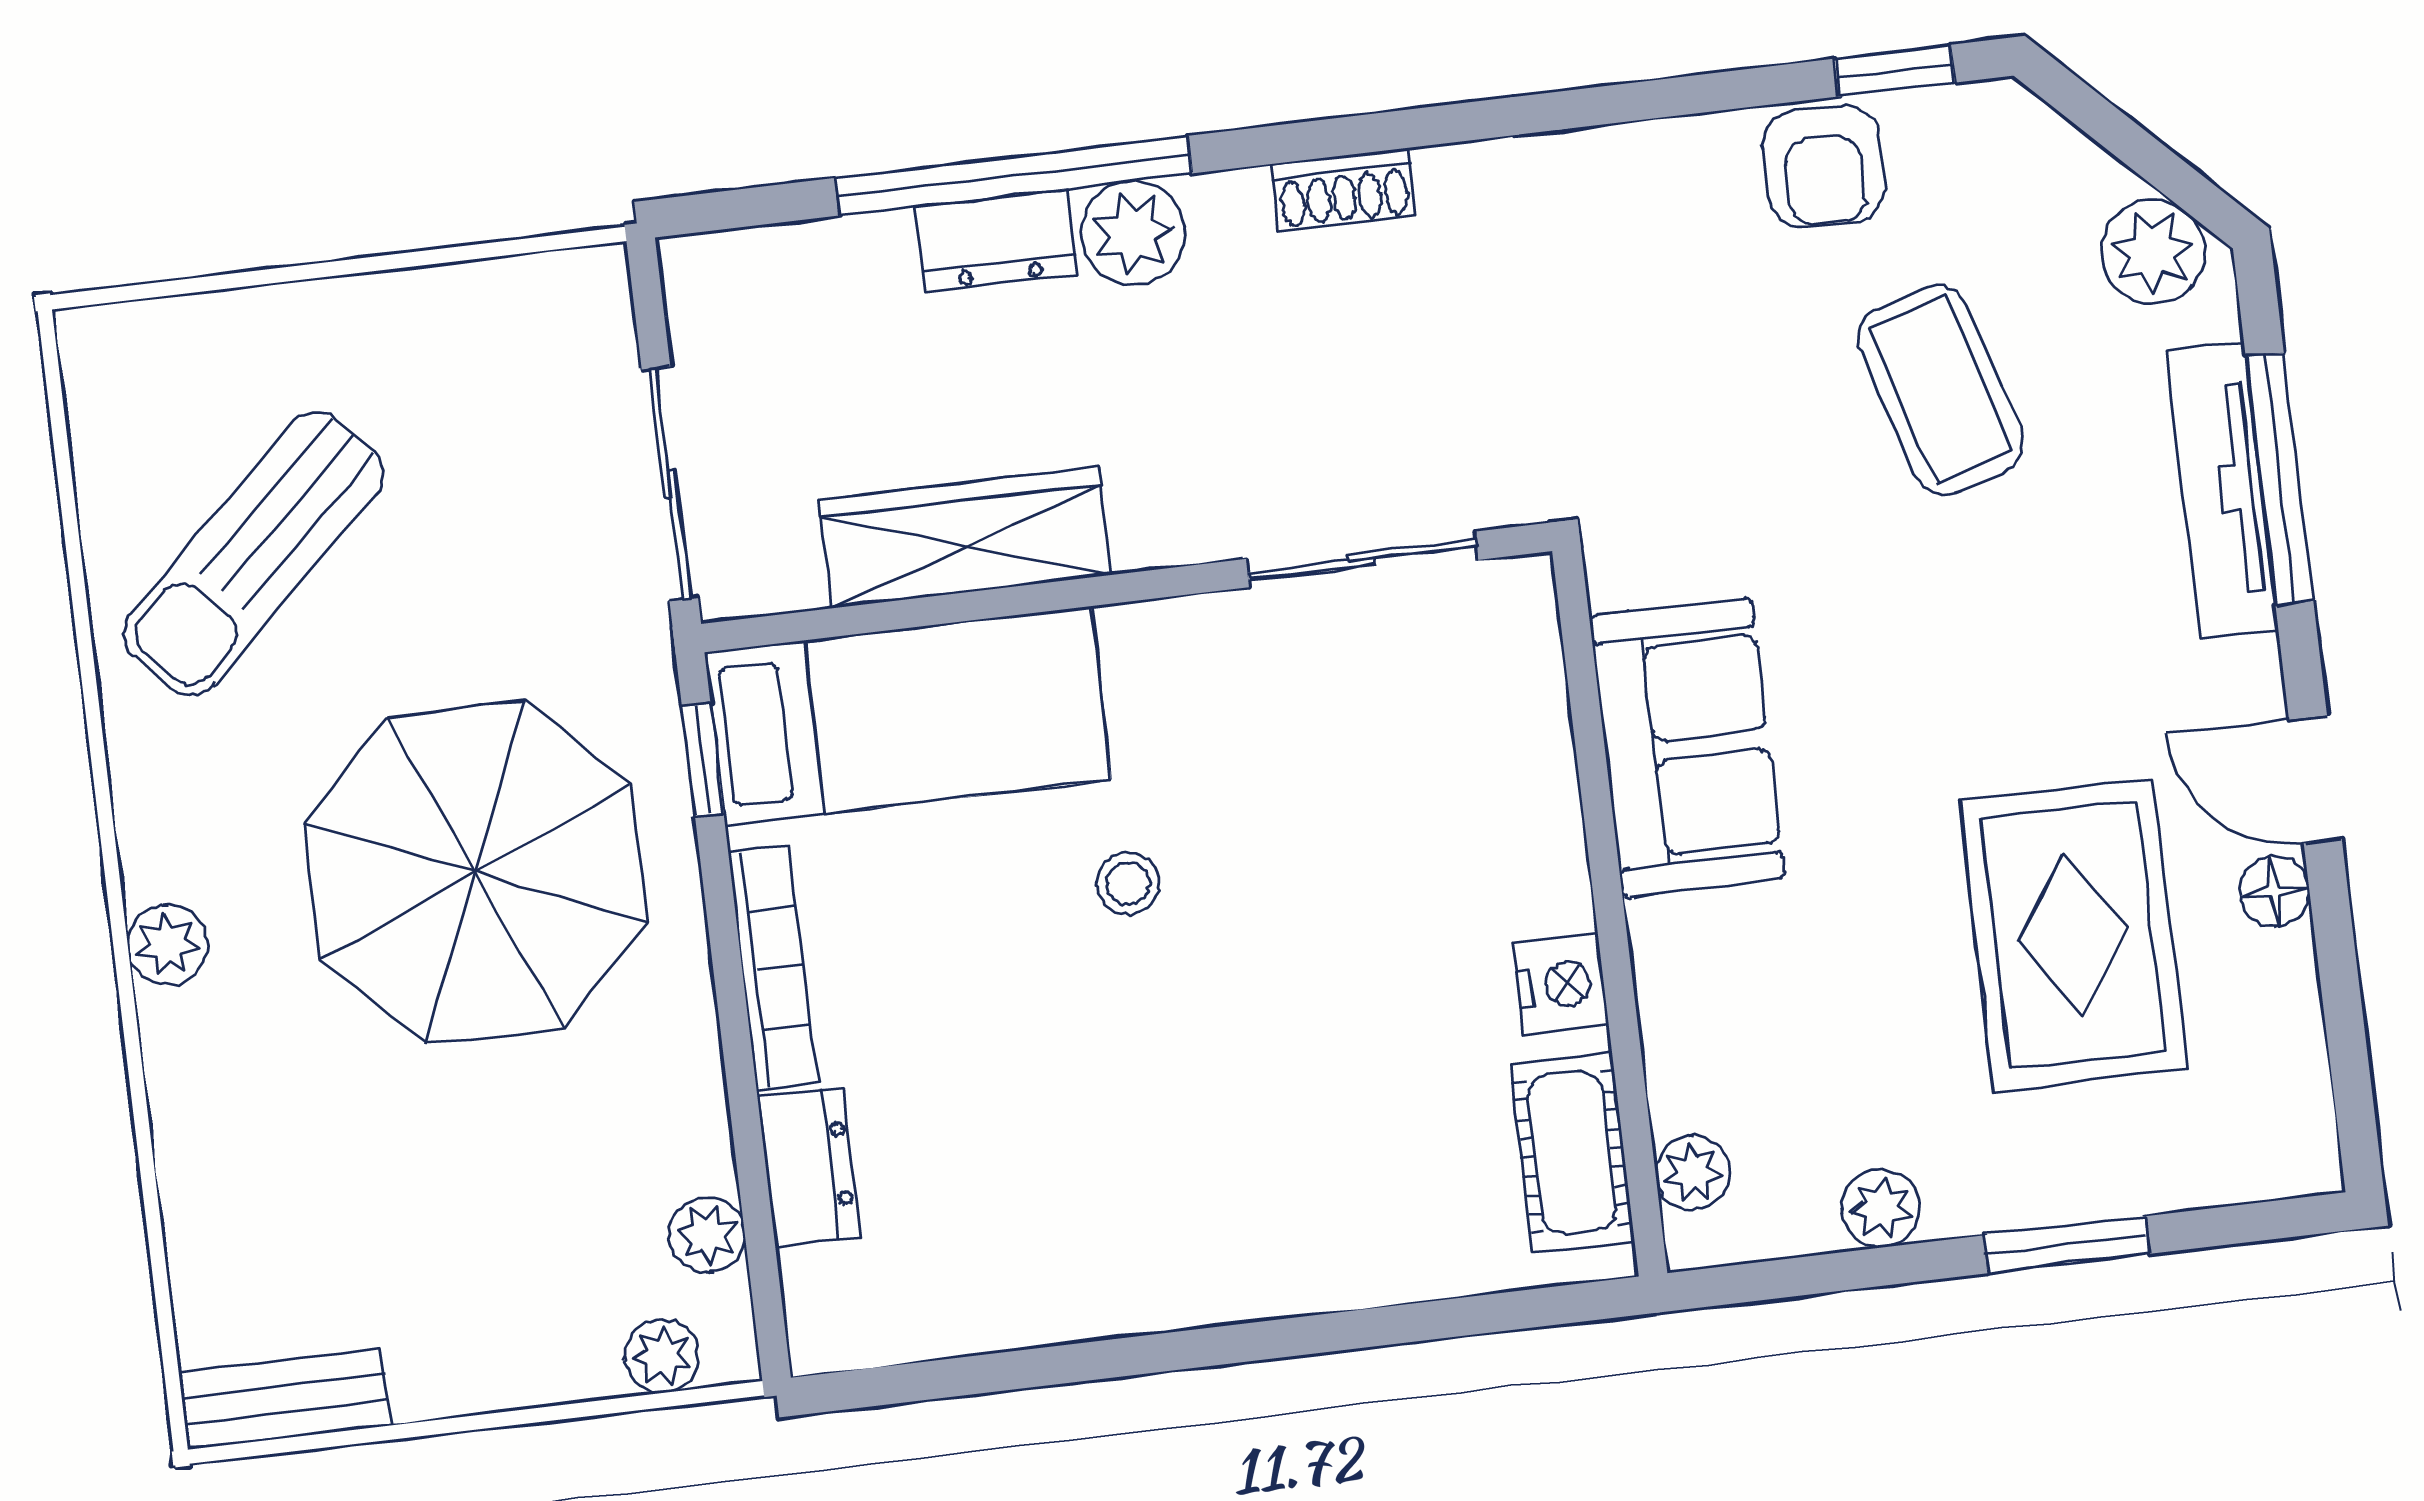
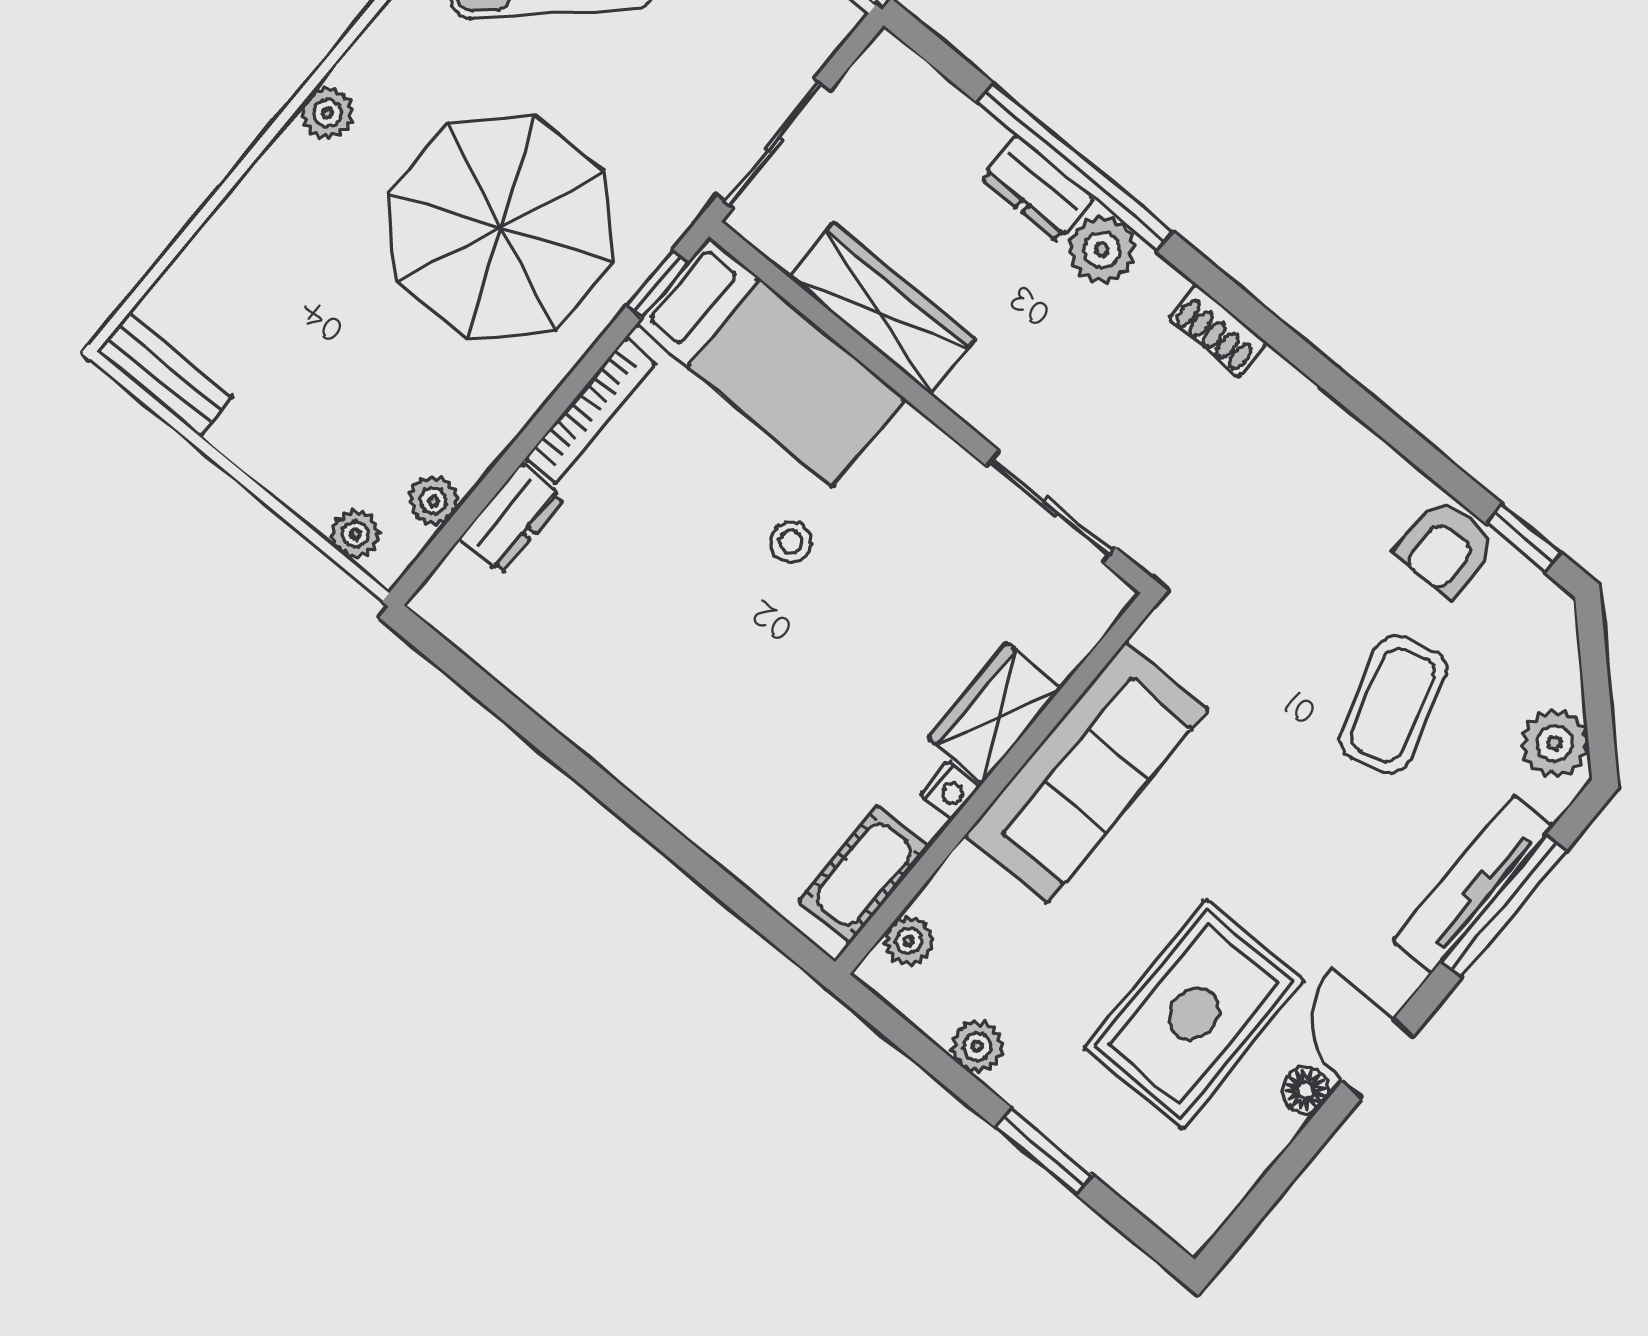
sofa: (1687, 748) -> (1087, 772), width x1.36
wardrobe: (1531, 838) -> (995, 713), added
nightstand: (1561, 984) -> (950, 791), width x0.72, depth x0.74

